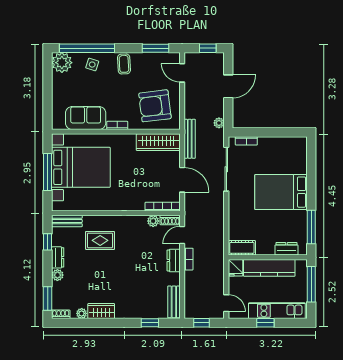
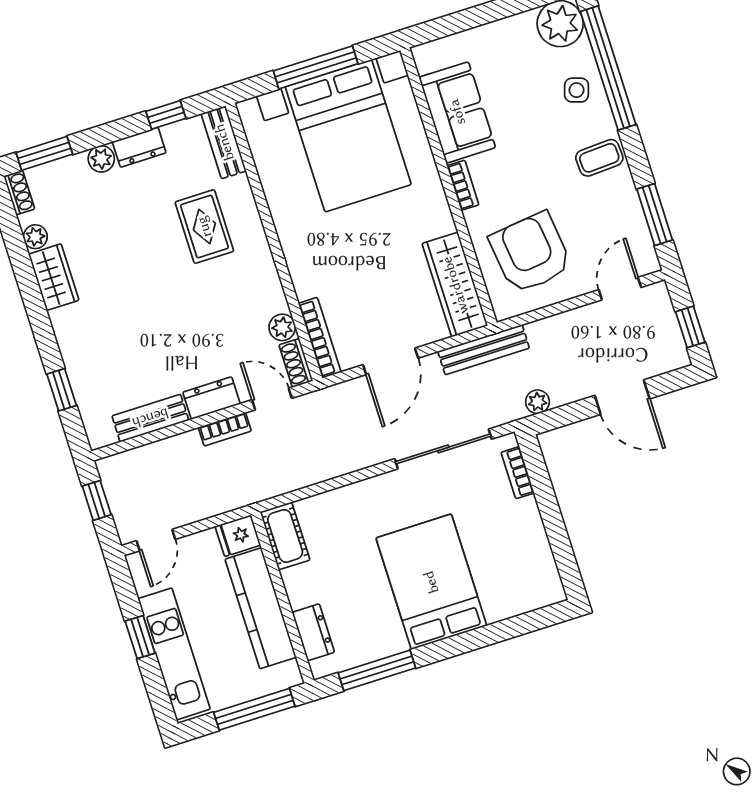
bench: (174, 302) -> (150, 418), moved

